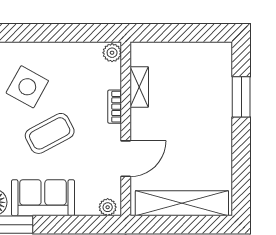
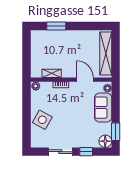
side table: (27, 87) -> (42, 120), moved
coffee table: (50, 133) -> (73, 115), removed
sofa: (43, 198) -> (103, 108), moved

